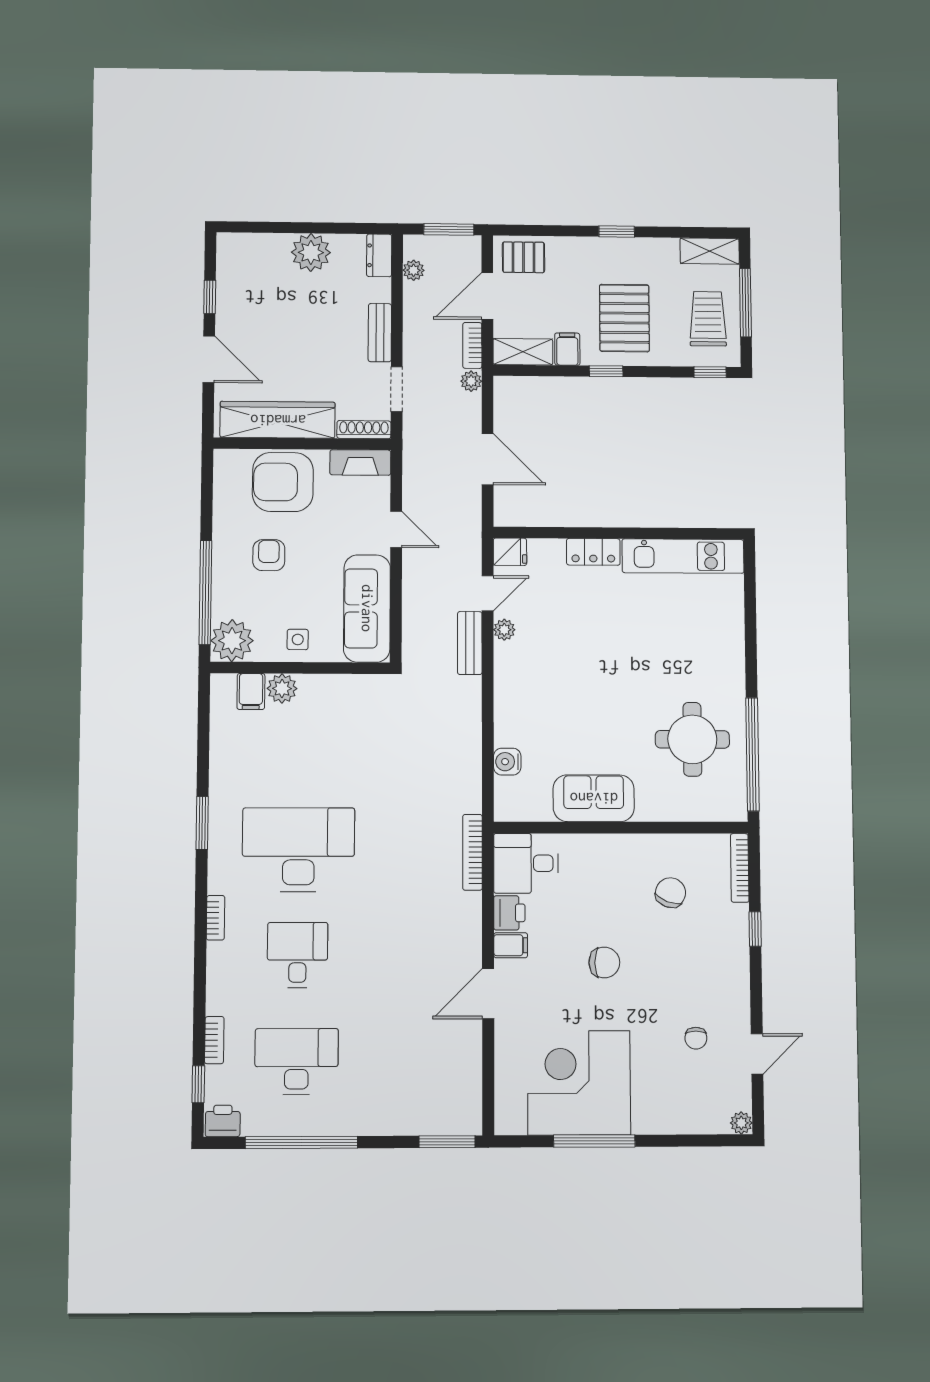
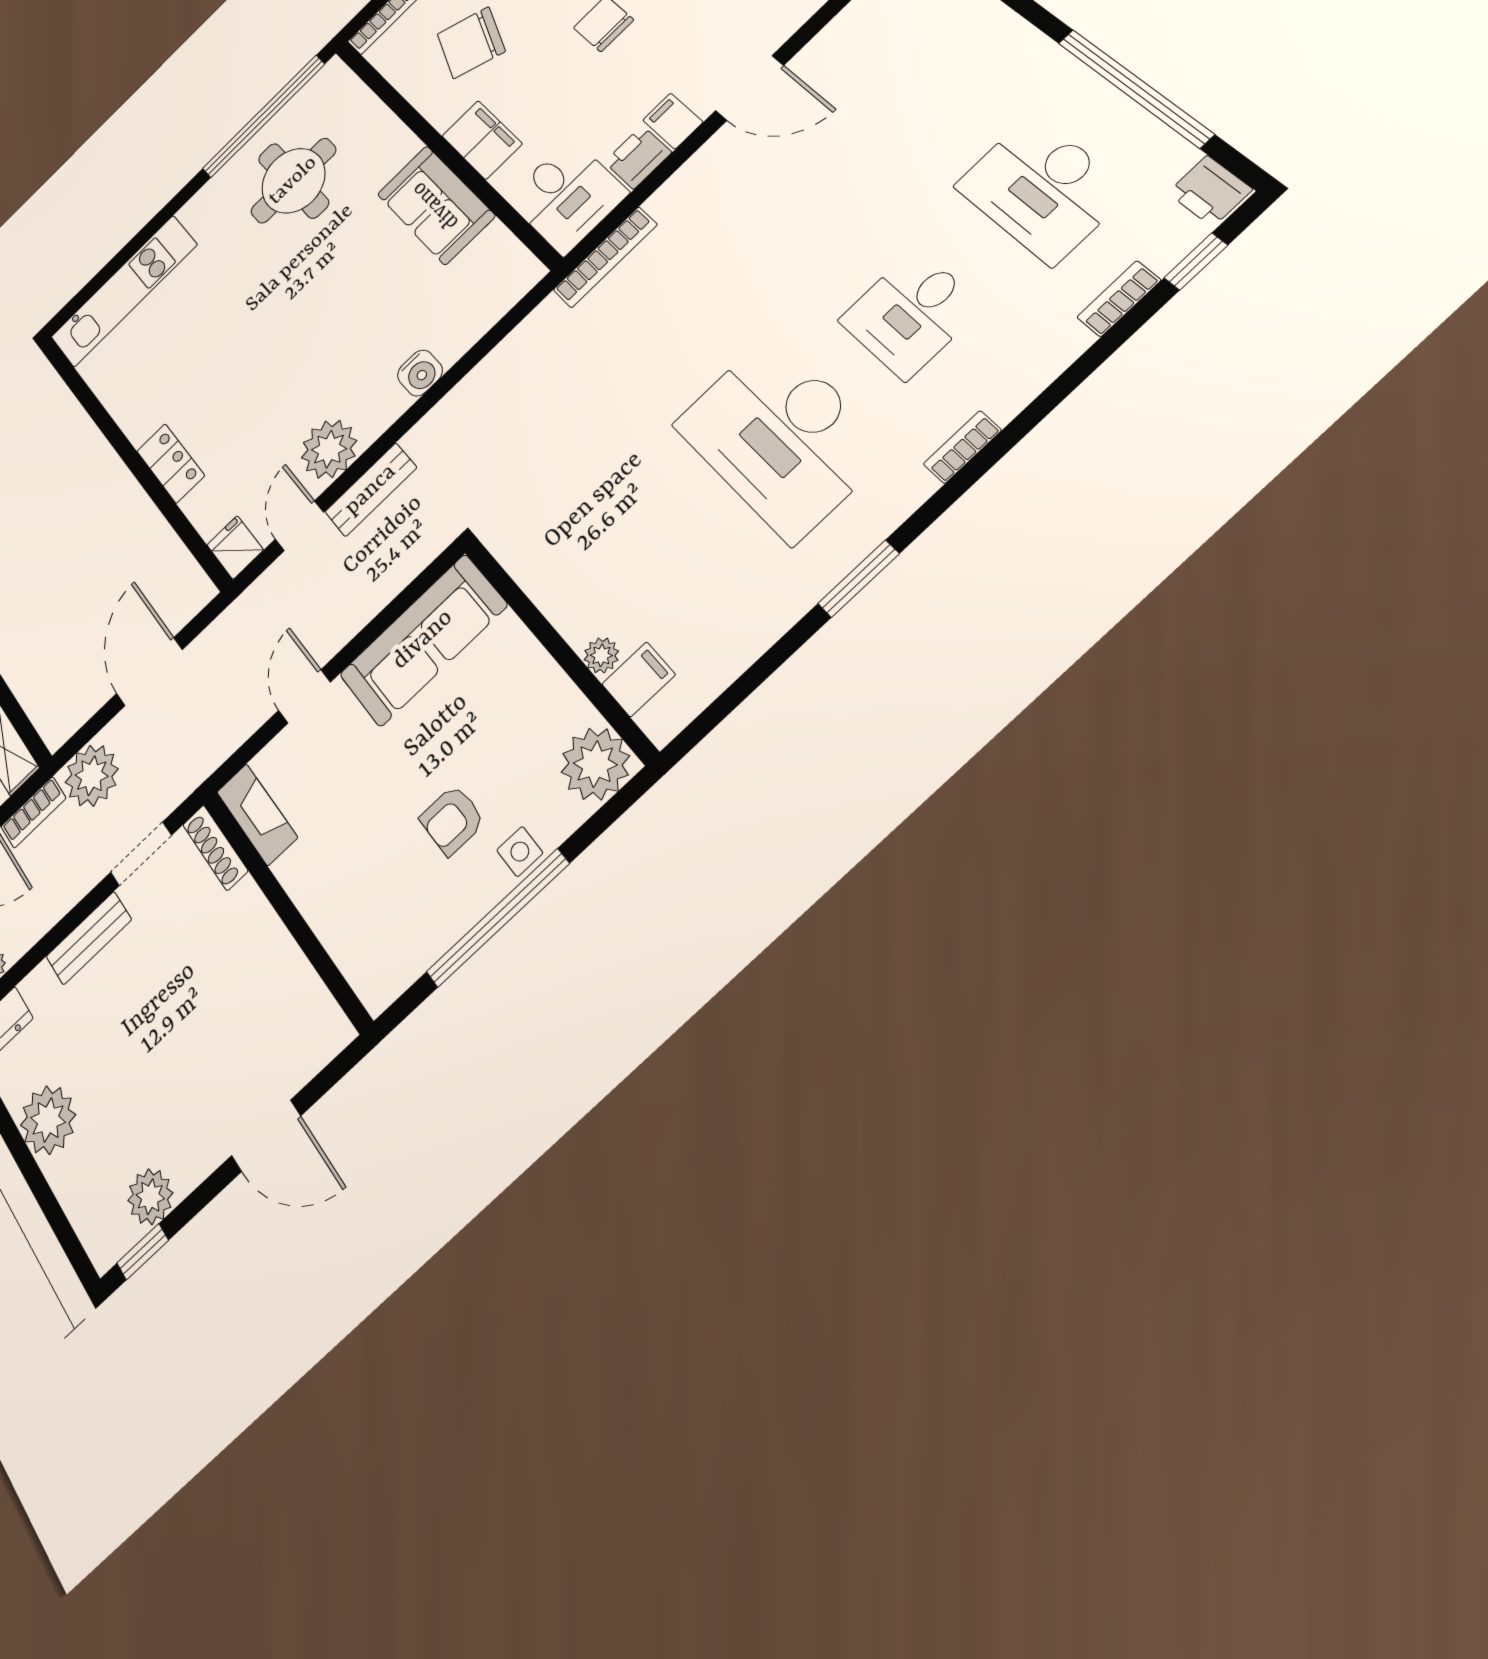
plant: (231, 282) -> (150, 1197), added
window: (210, 297) -> (143, 1252), moved
door: (209, 359) -> (266, 1136), swing flipped
plant: (471, 381) -> (92, 776), width x1.87, depth x1.87
wardrobe: (278, 420) -> (278, 969), removed
armchair: (283, 482) -> (349, 889), removed
kitchen unit: (683, 556) -> (124, 291), moved, turned 90
window: (205, 592) -> (498, 918), moved
door: (488, 593) -> (299, 526), hinge flipped
plant: (504, 630) -> (329, 449), width x1.88, depth x1.88
side table: (298, 639) -> (520, 852), moved
plant: (282, 688) -> (601, 655), width x0.73, depth x0.73
water cooler: (507, 762) -> (420, 373), moved
filing cabinet: (605, 851) -> (482, 140), added
chair: (671, 893) -> (471, 43), width x1.37, depth x1.37

